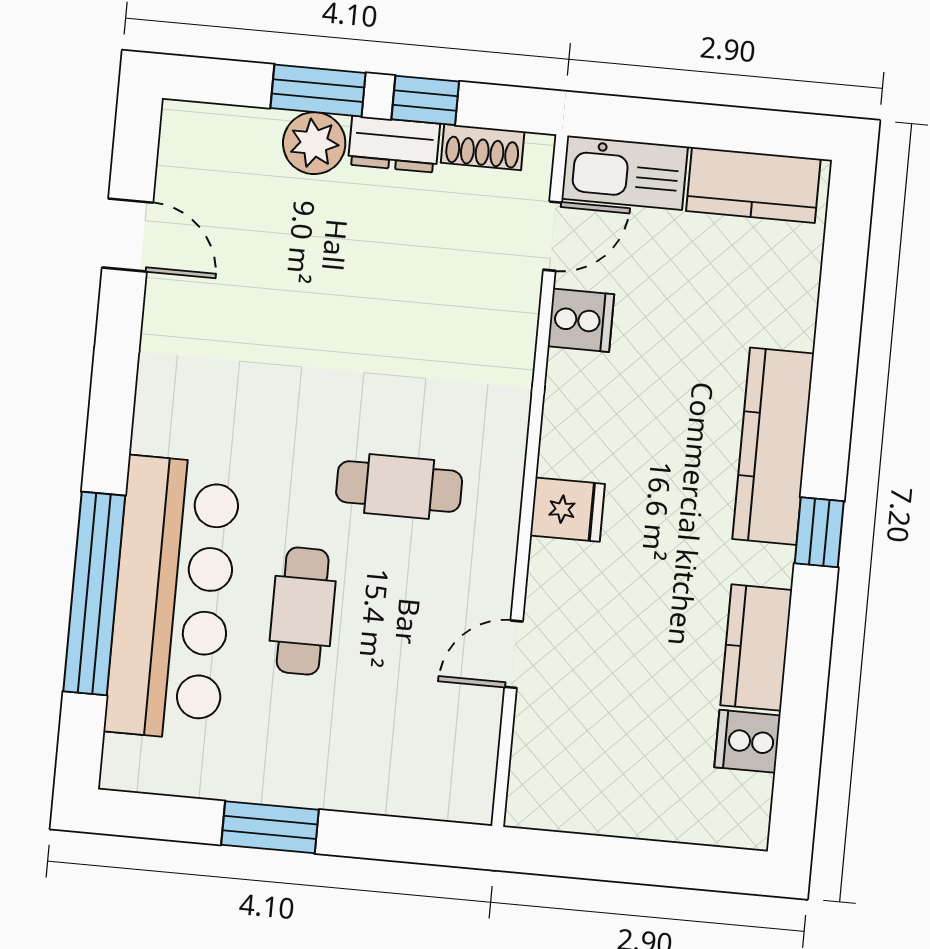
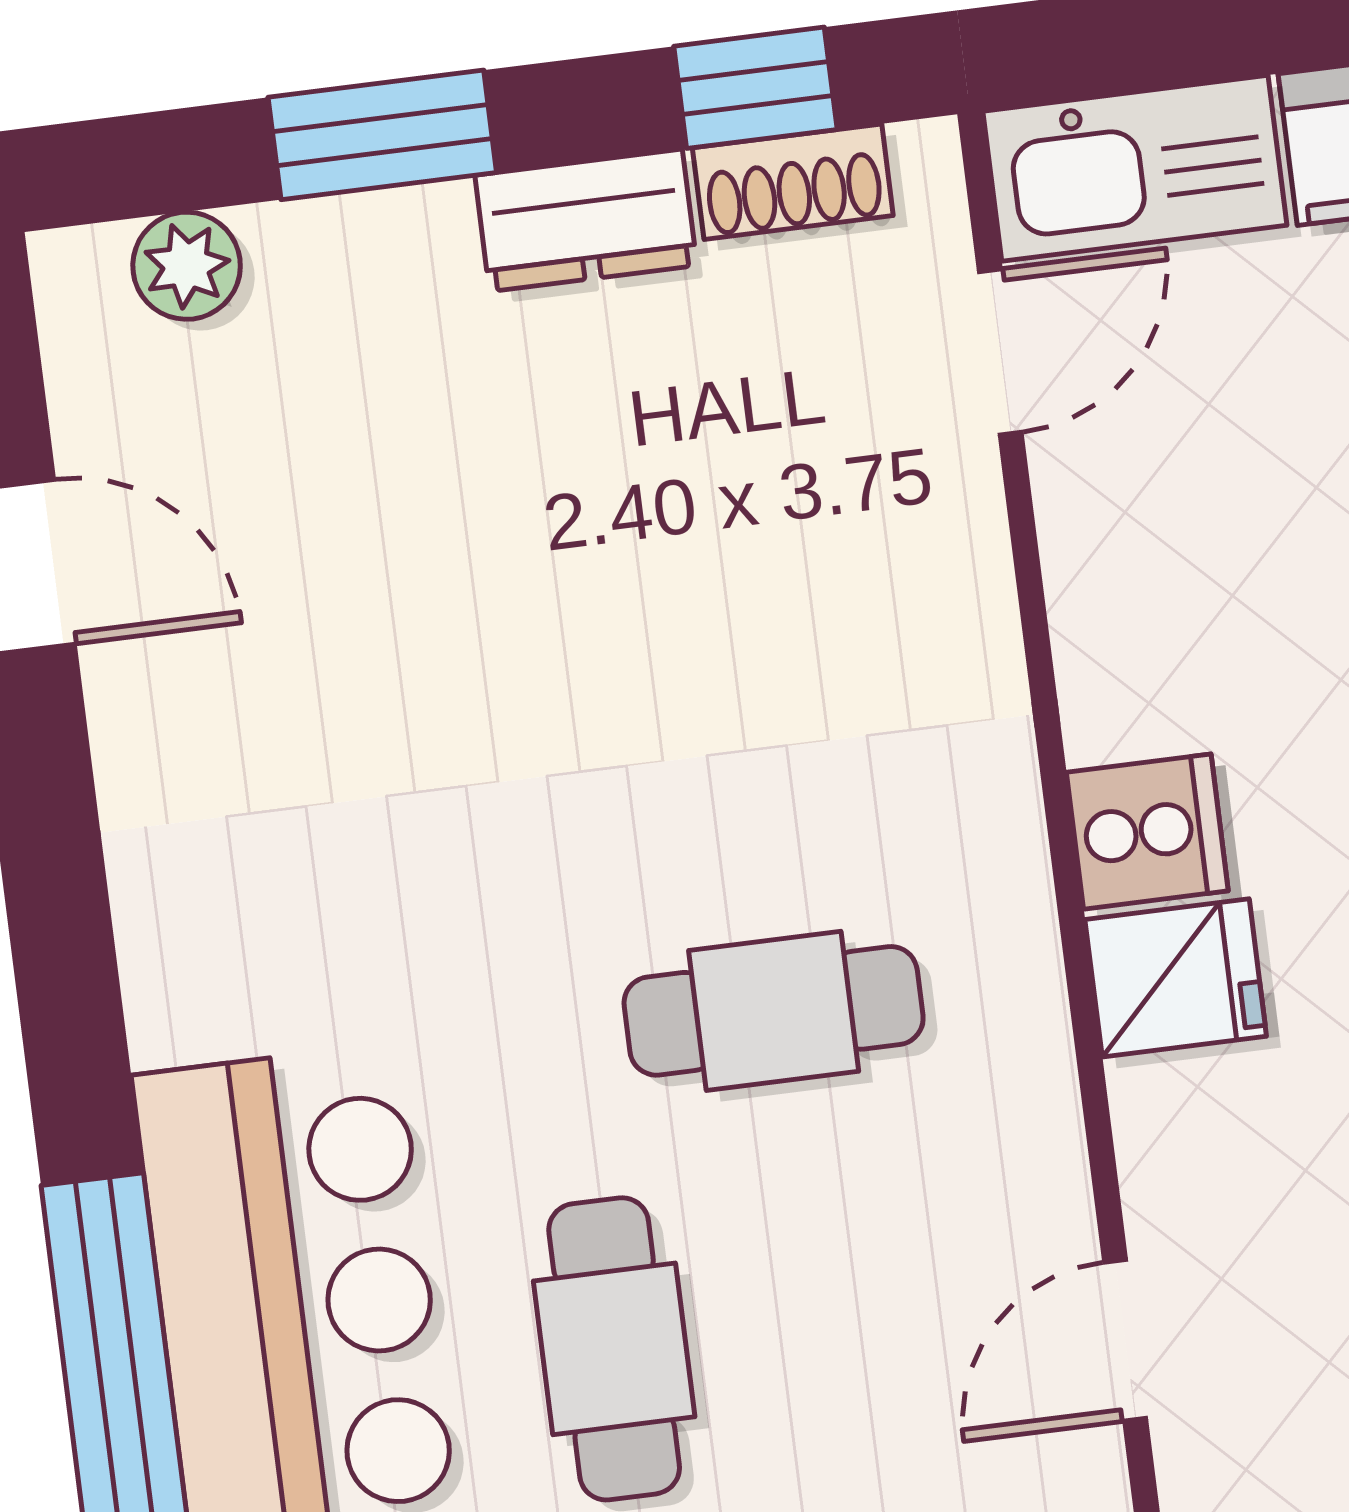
window: (425, 100) -> (755, 88), moved
plant: (314, 143) -> (187, 266), moved, width x0.73, depth x0.73
cooker: (581, 320) -> (1147, 832), moved

